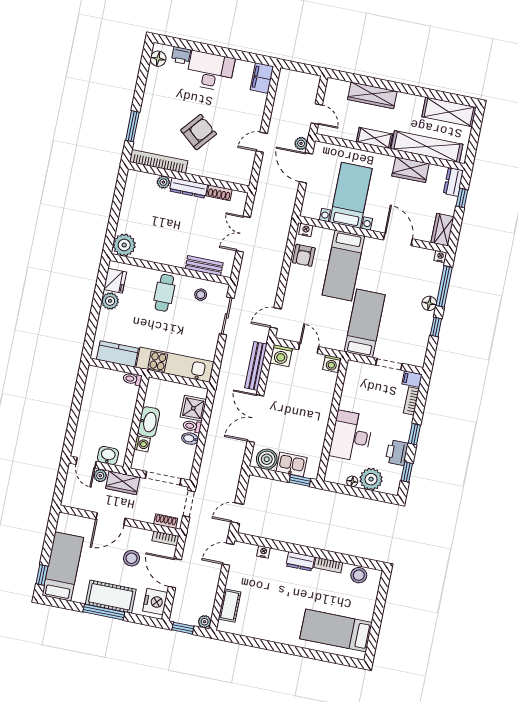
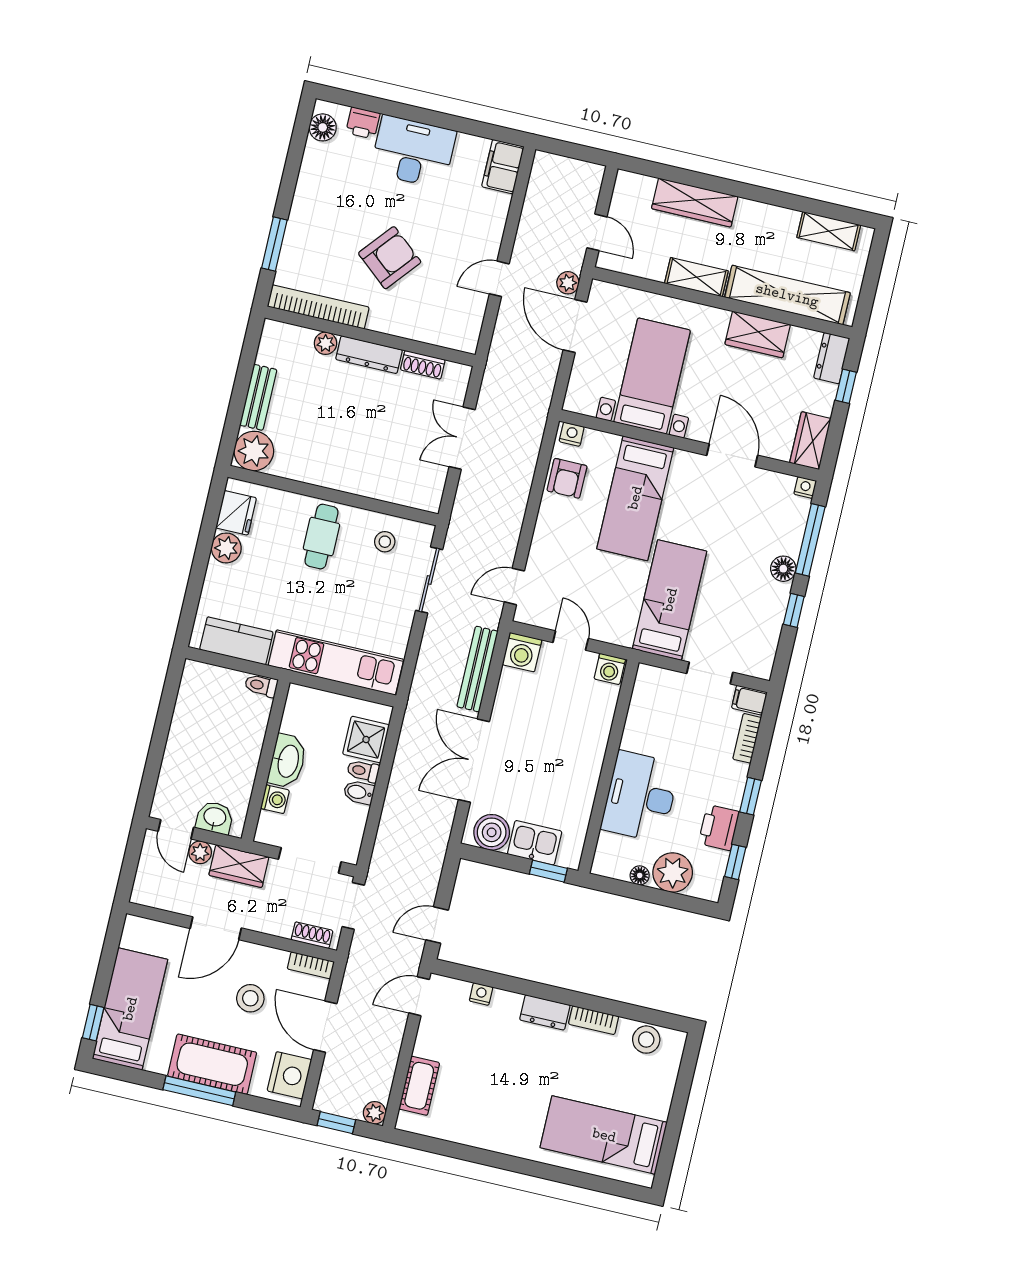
shelving: (449, 112) -> (829, 231), width x0.67, depth x0.75
bench: (204, 266) -> (258, 397), moved, turned 90

